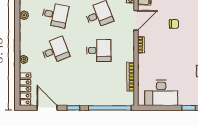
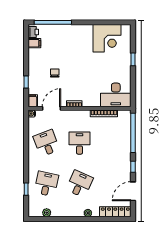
door: (136, 20) -> (51, 108), hinge flipped
desk: (55, 50) -> (80, 184), turned 45
desk: (161, 93) -> (116, 95), moved, turned 90

